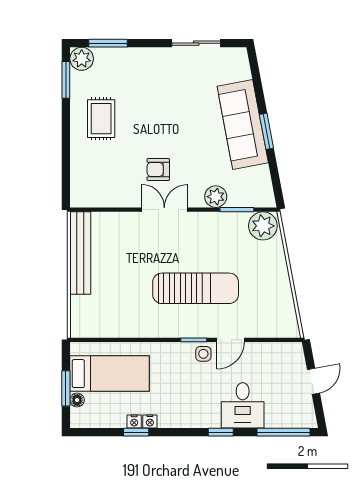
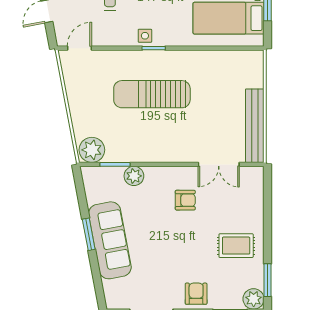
armchair: (146, 65) -> (196, 294), added
rug: (101, 119) -> (236, 246), turned 90
double door: (164, 210) -> (219, 164), moved
door: (231, 340) -> (79, 48), moved

